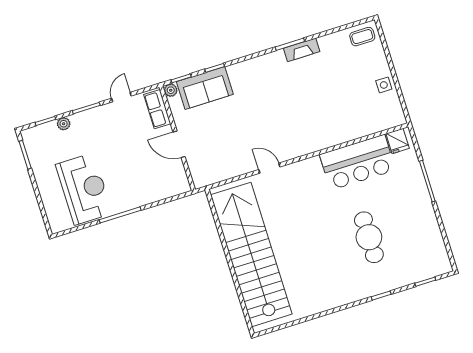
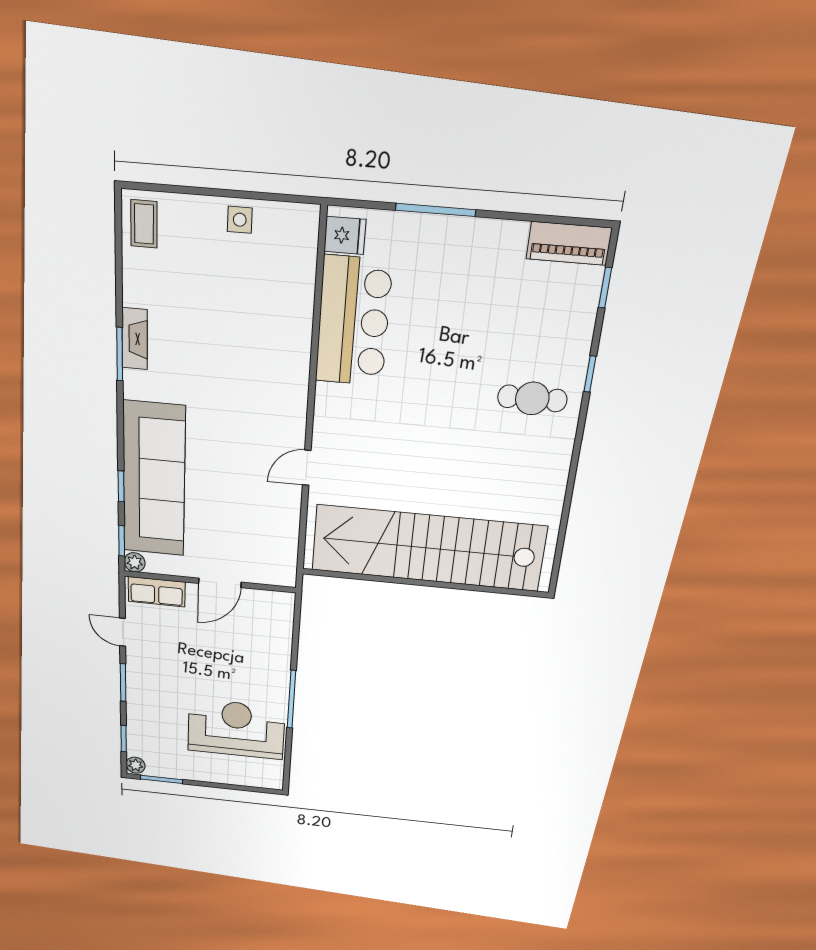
sofa: (205, 88) -> (154, 480), width x1.85, depth x1.27
plant: (64, 124) -> (136, 765), moved
cafe table: (369, 237) -> (532, 398), moved, width x0.73, depth x0.74
piano: (438, 254) -> (569, 243), added

